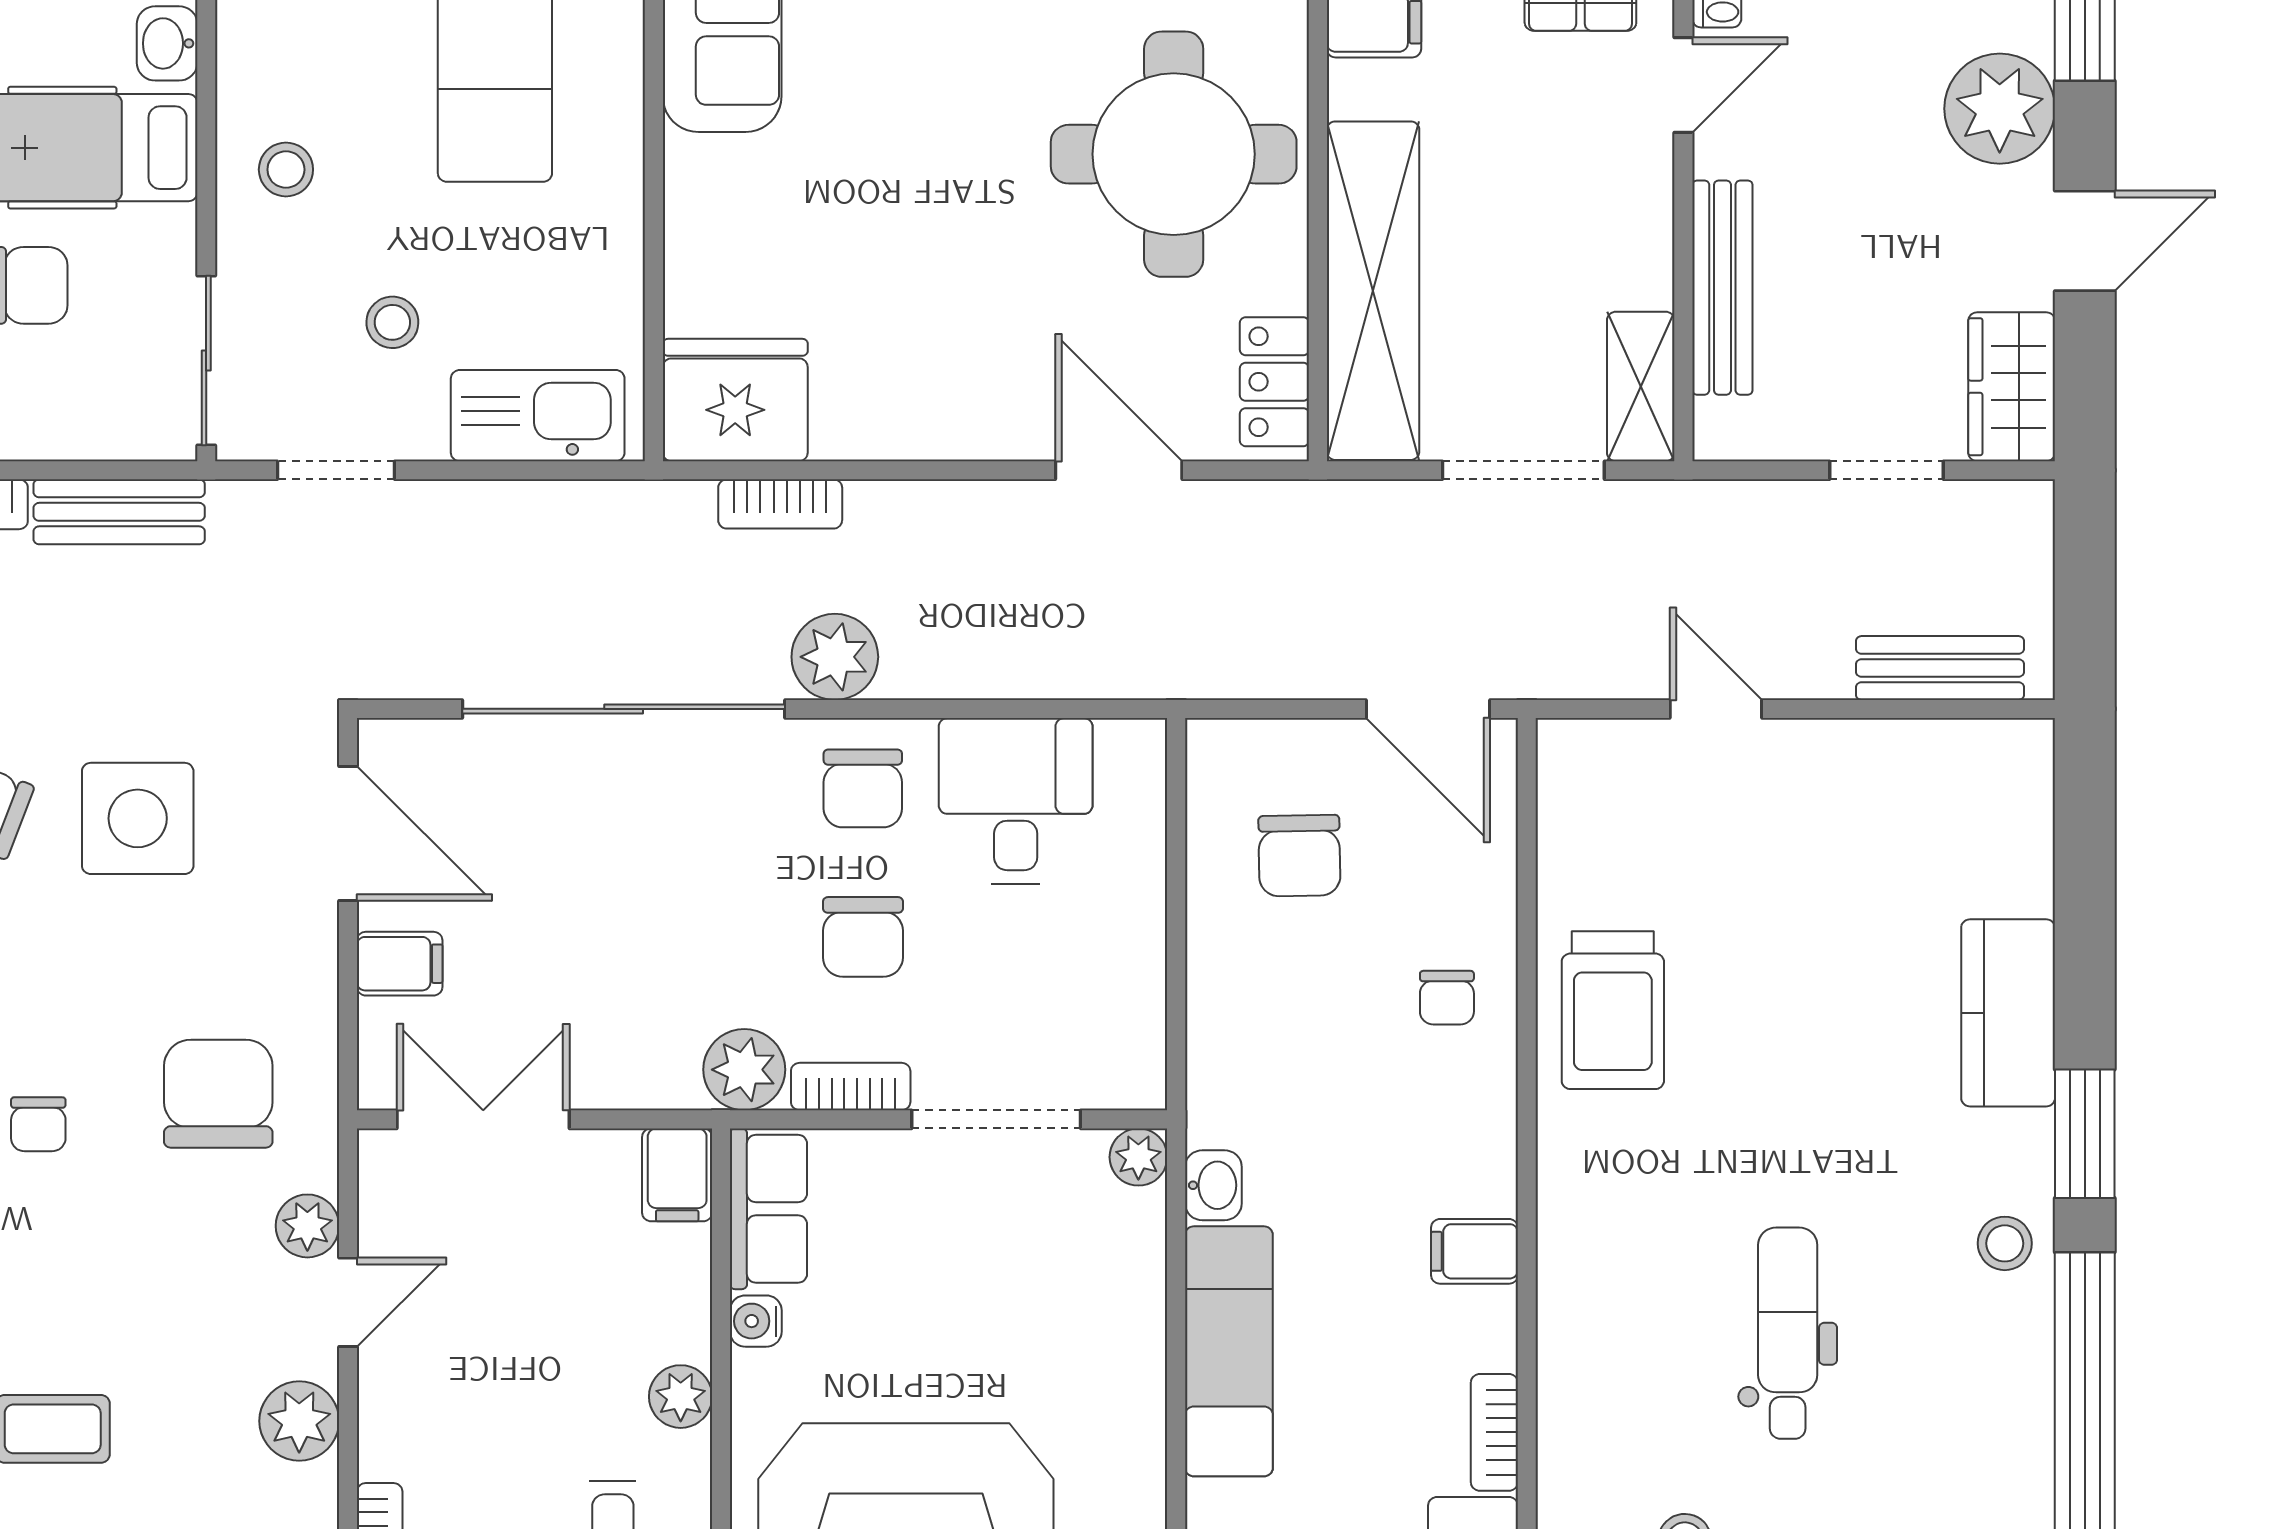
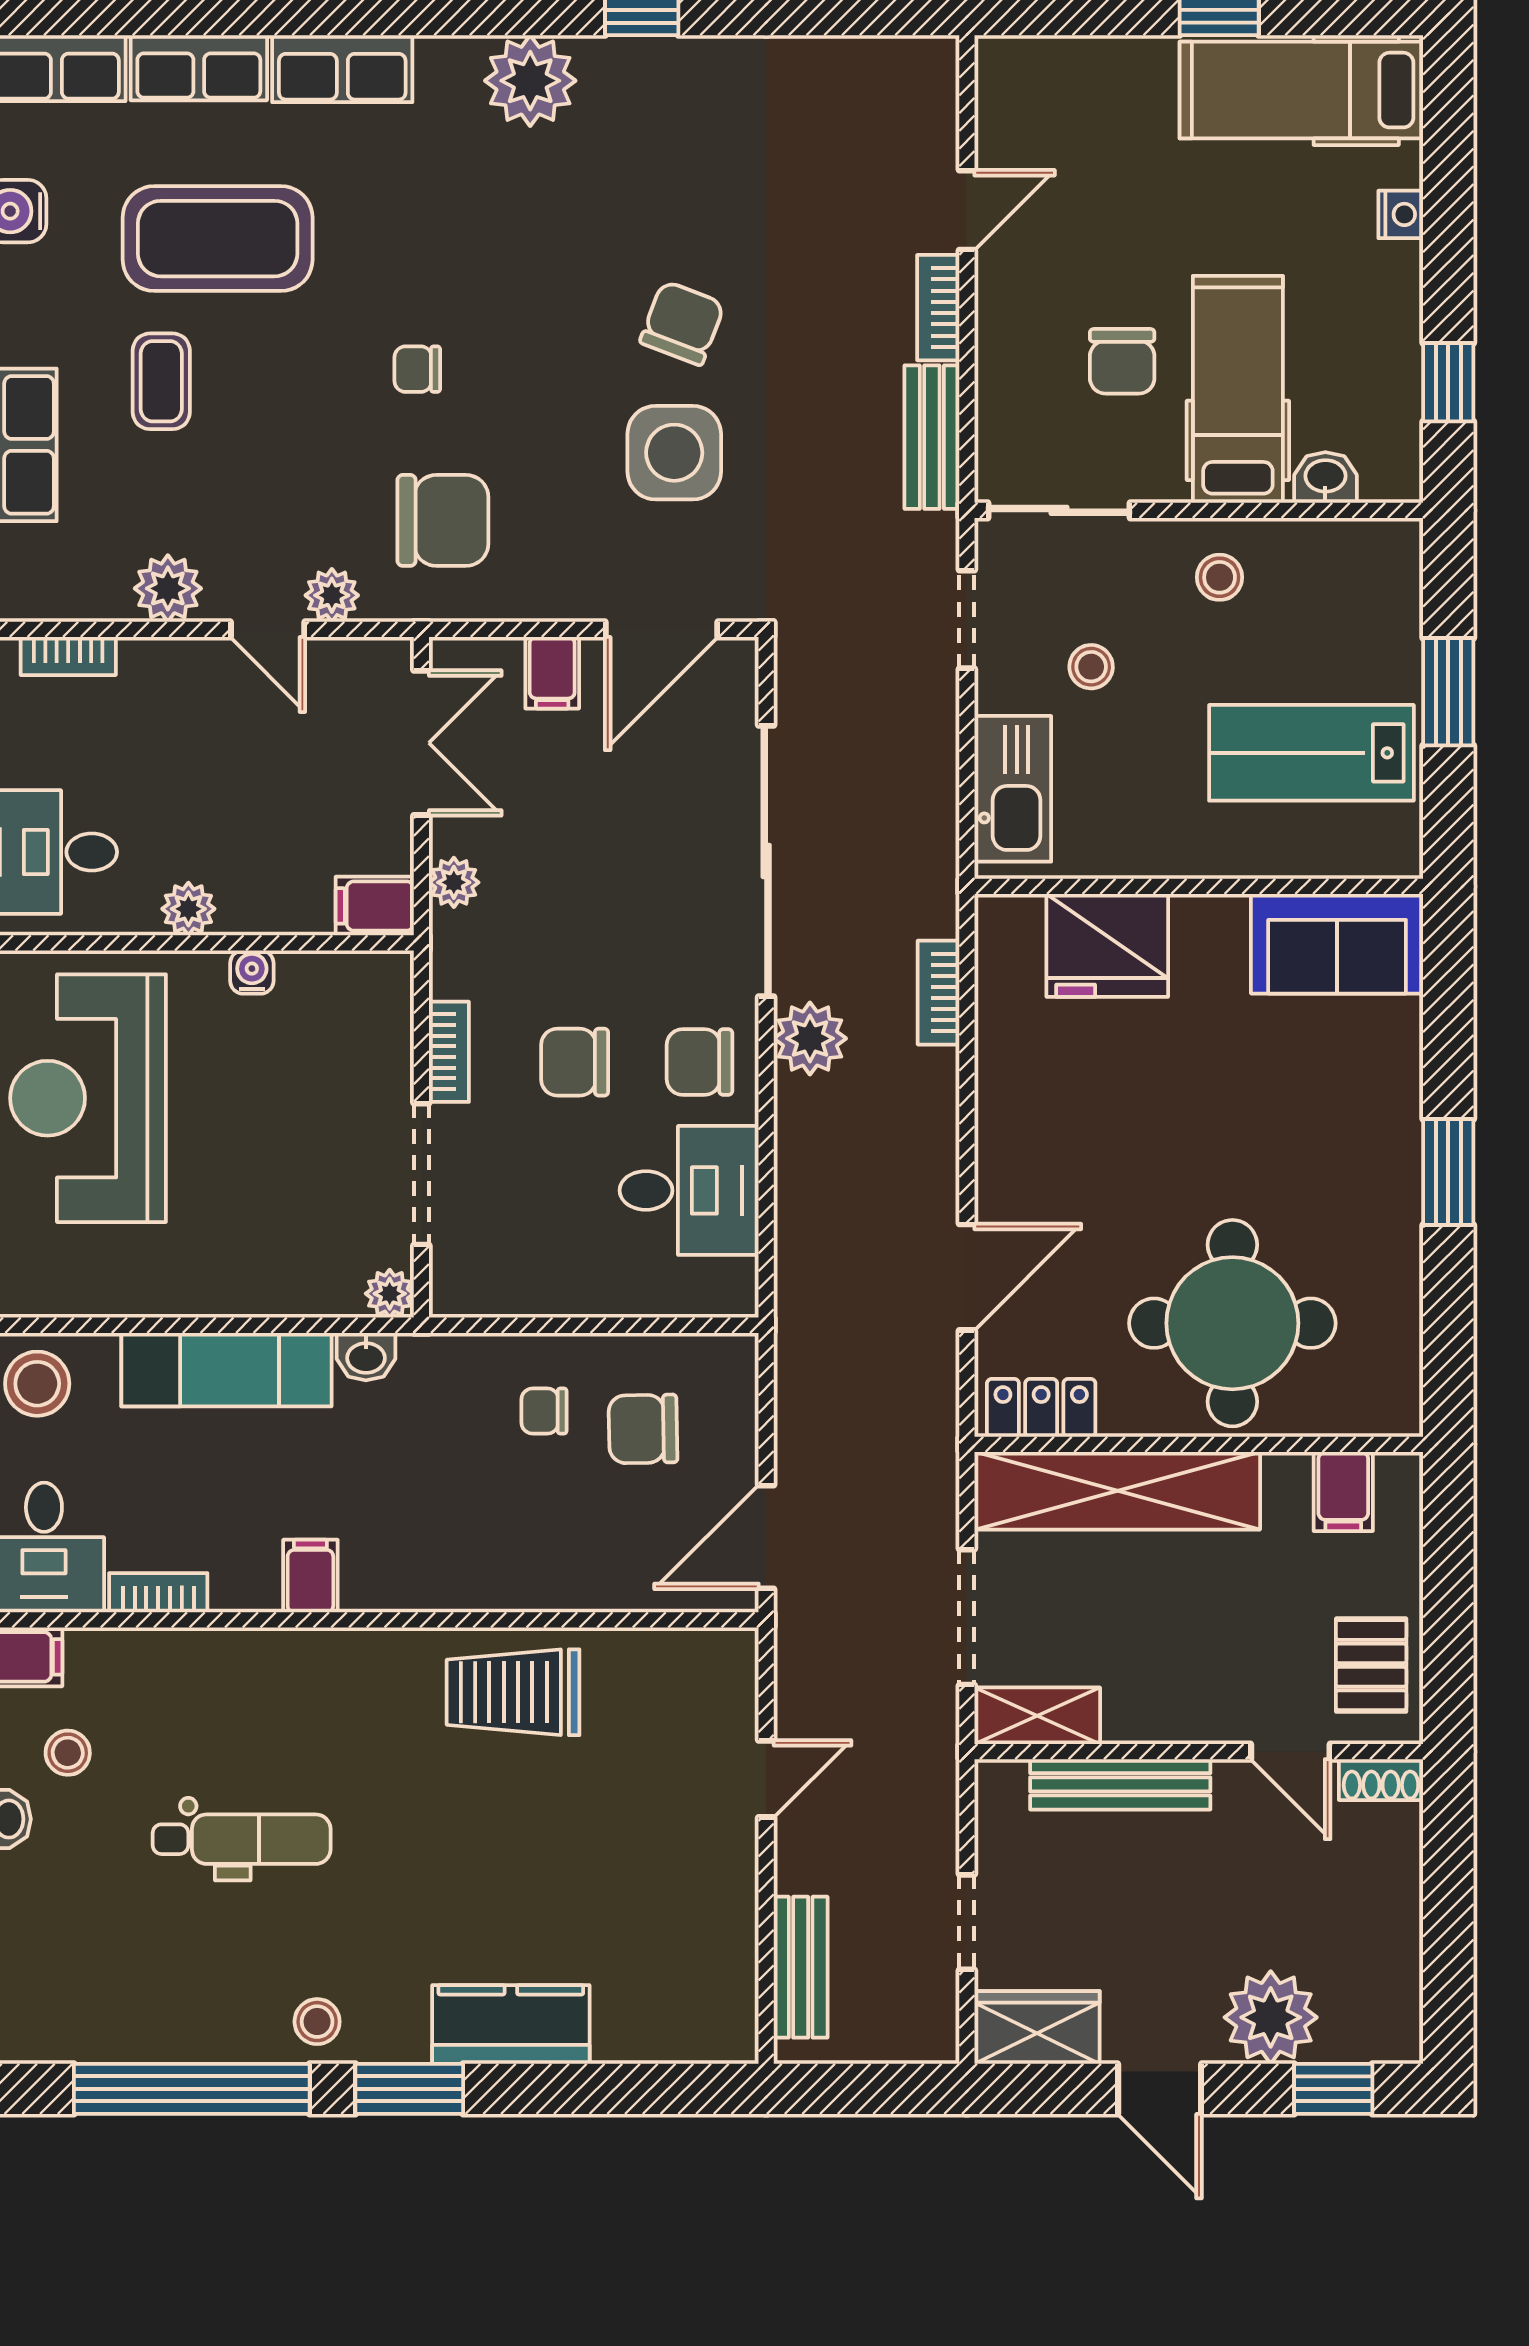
fridge: (735, 400) -> (1107, 945), moved, turned 90
chair: (1447, 998) -> (544, 1411), moved
plant: (744, 1070) -> (454, 882), moved, width x0.73, depth x0.73
row of seats: (768, 1209) -> (346, 983), removed

